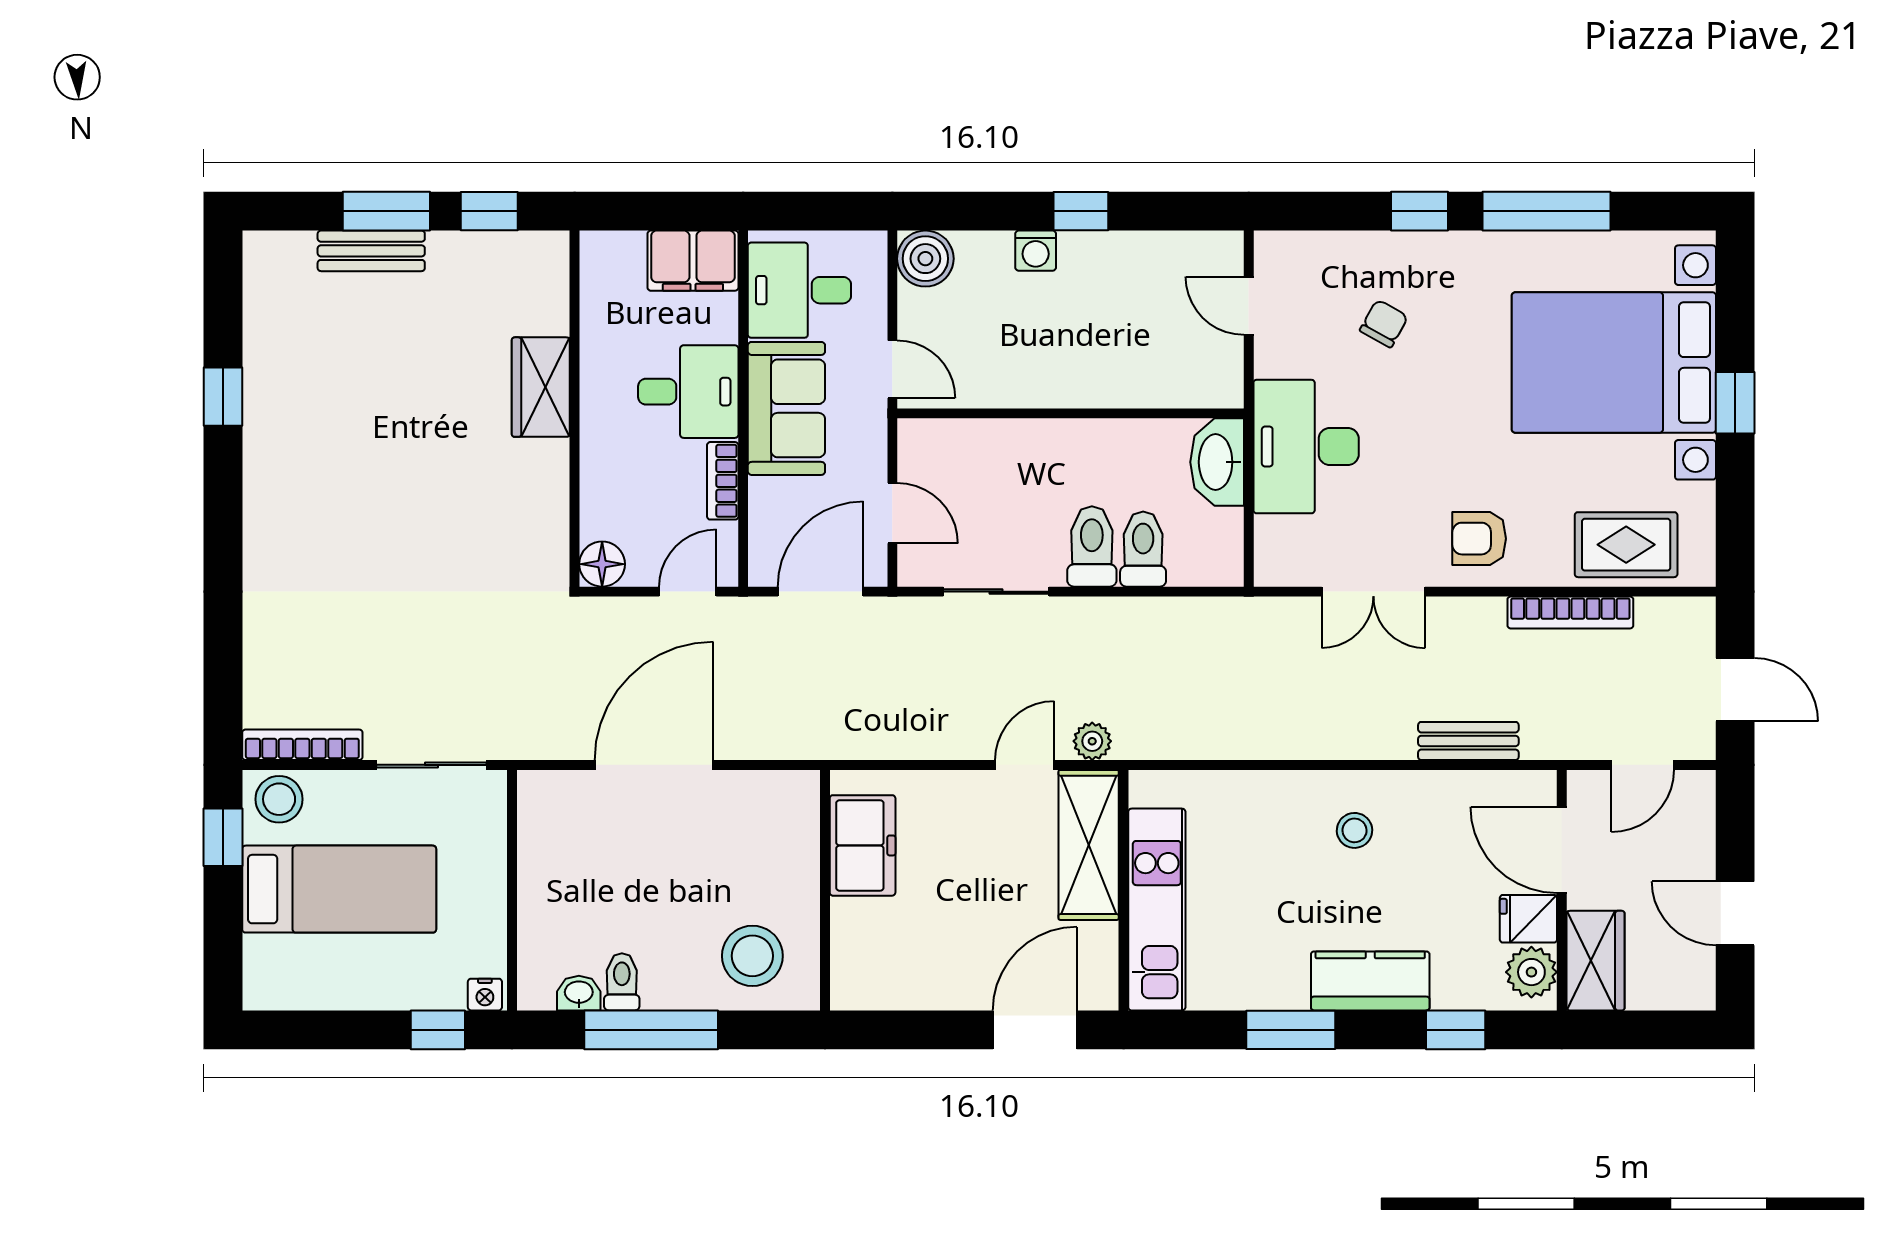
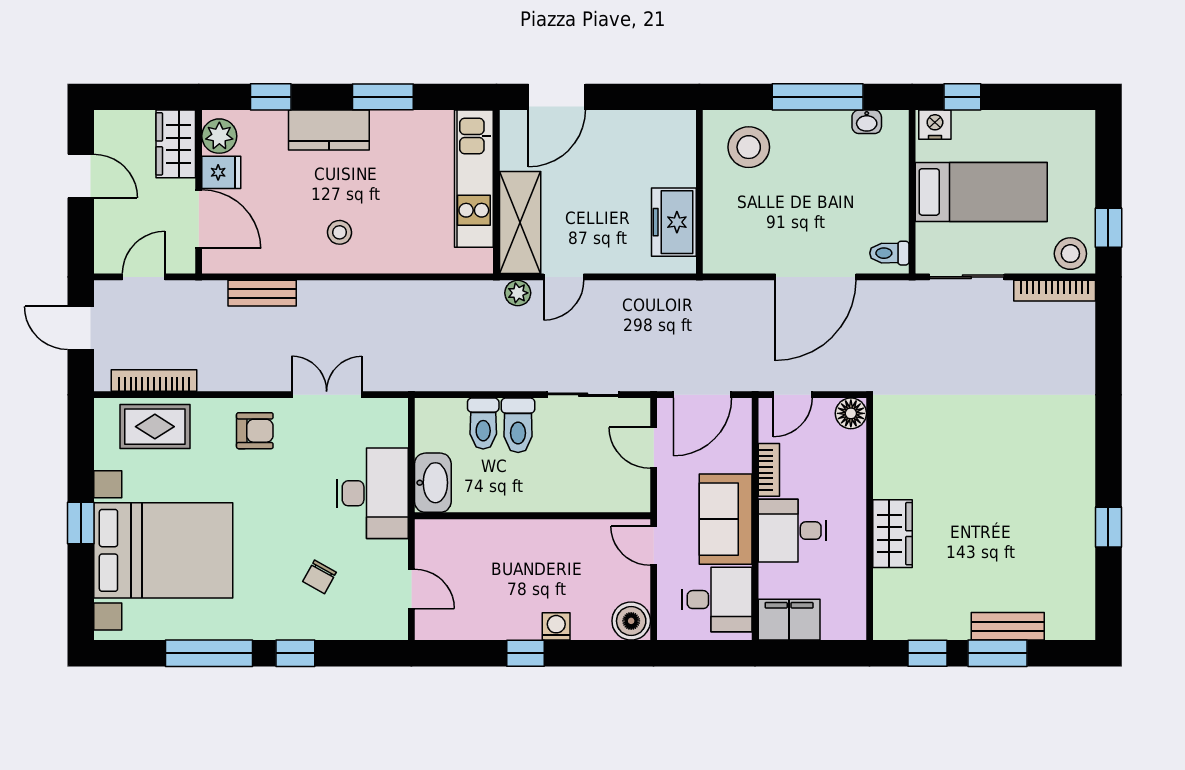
bookcase: (1570, 612) -> (154, 380), moved
bed: (339, 889) -> (981, 192), moved, turned 180
toilet: (622, 982) -> (889, 253), moved, turned 90
nightstand: (485, 995) -> (935, 125), width x1.39, depth x1.35

